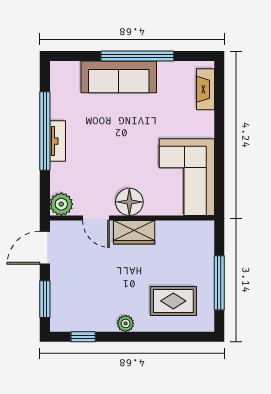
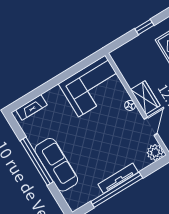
tv unit: (58, 141) -> (118, 178), width x1.41
floor lamp: (129, 202) -> (130, 105), width x0.53, depth x0.53
window: (219, 283) -> (144, 27), width x0.46

